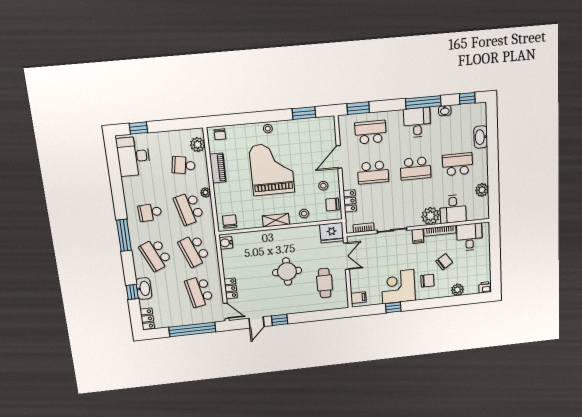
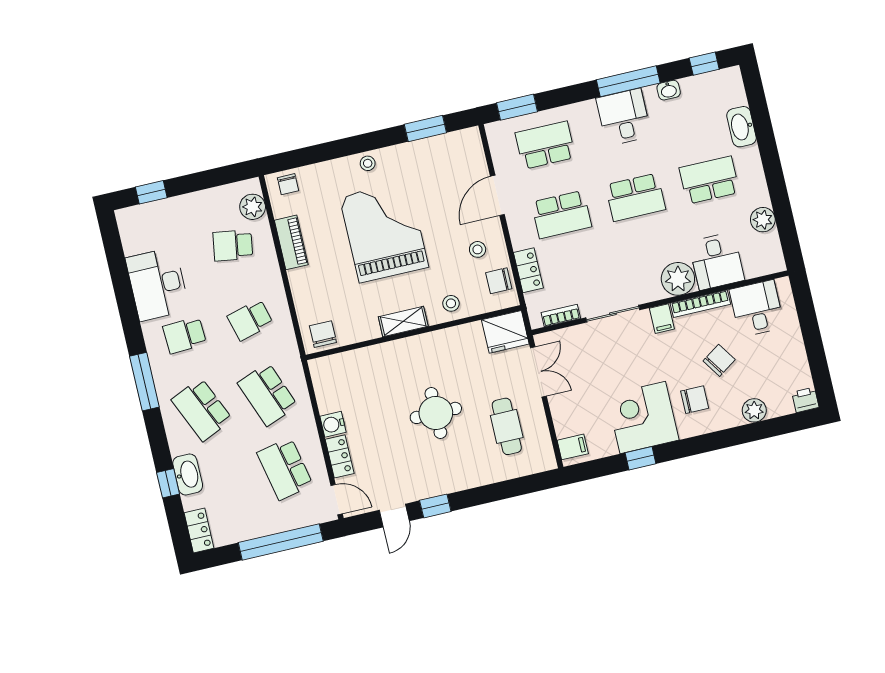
desk: (133, 156) -> (157, 284), moved
plant: (206, 192) -> (275, 288), removed
school desk: (189, 209) -> (250, 320), width x0.54
water cooler: (226, 243) -> (333, 424), moved

